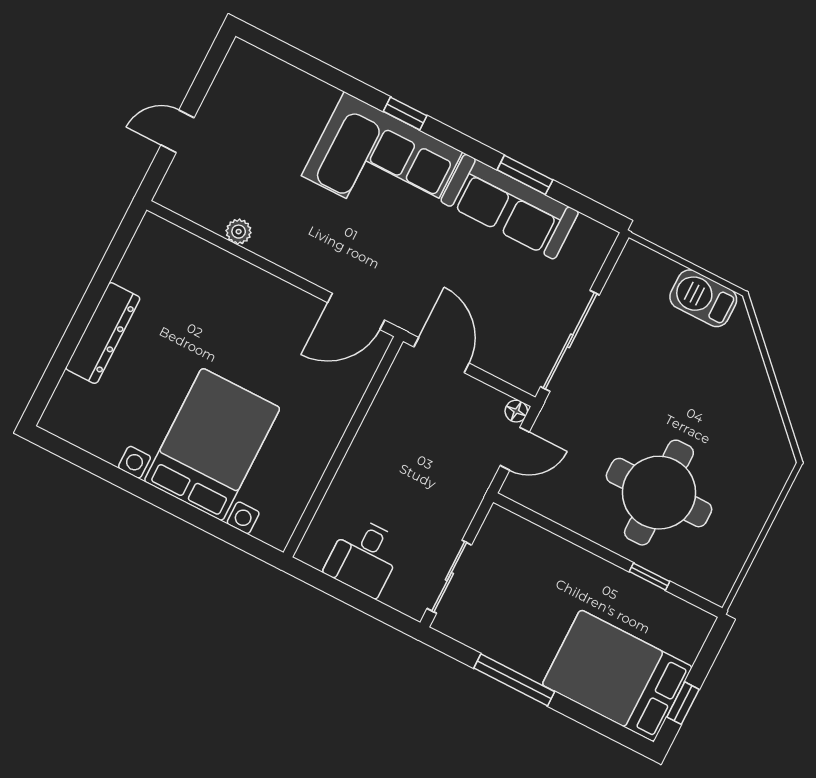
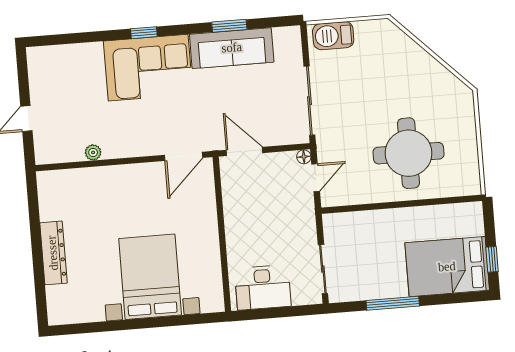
barbecue: (703, 298) -> (333, 36), moved
desk: (364, 557) -> (263, 287), width x1.37
window: (650, 577) -> (431, 202), removed

